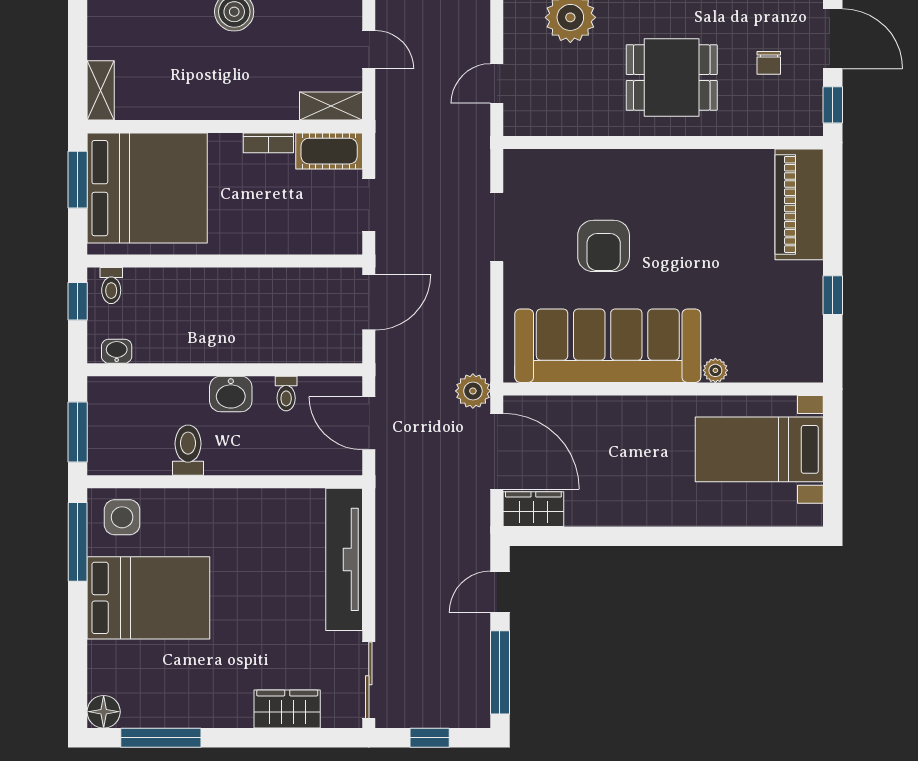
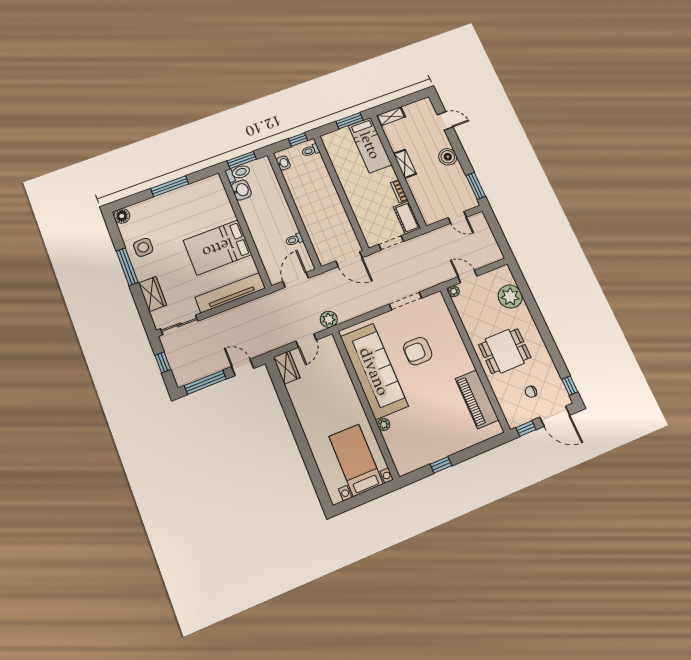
door: (833, 39) -> (555, 416), hinge flipped
door: (369, 49) -> (457, 217), hinge flipped
dining table: (672, 78) -> (505, 351), turned 90
shelving: (331, 106) -> (405, 164), moved
plant: (515, 124) -> (454, 291), added
bed: (147, 188) -> (370, 145), width x0.49
piano: (799, 204) -> (477, 399), moved, turned -90
washbasin: (231, 394) -> (241, 190), moved, turned 180
toilet: (188, 450) -> (238, 173), moved
door: (497, 451) -> (306, 341), width x0.53
side table: (122, 517) -> (143, 247), moved
window: (78, 542) -> (170, 186), moved
bed: (148, 598) -> (218, 248), moved, turned 90
window: (161, 738) -> (127, 267), moved

